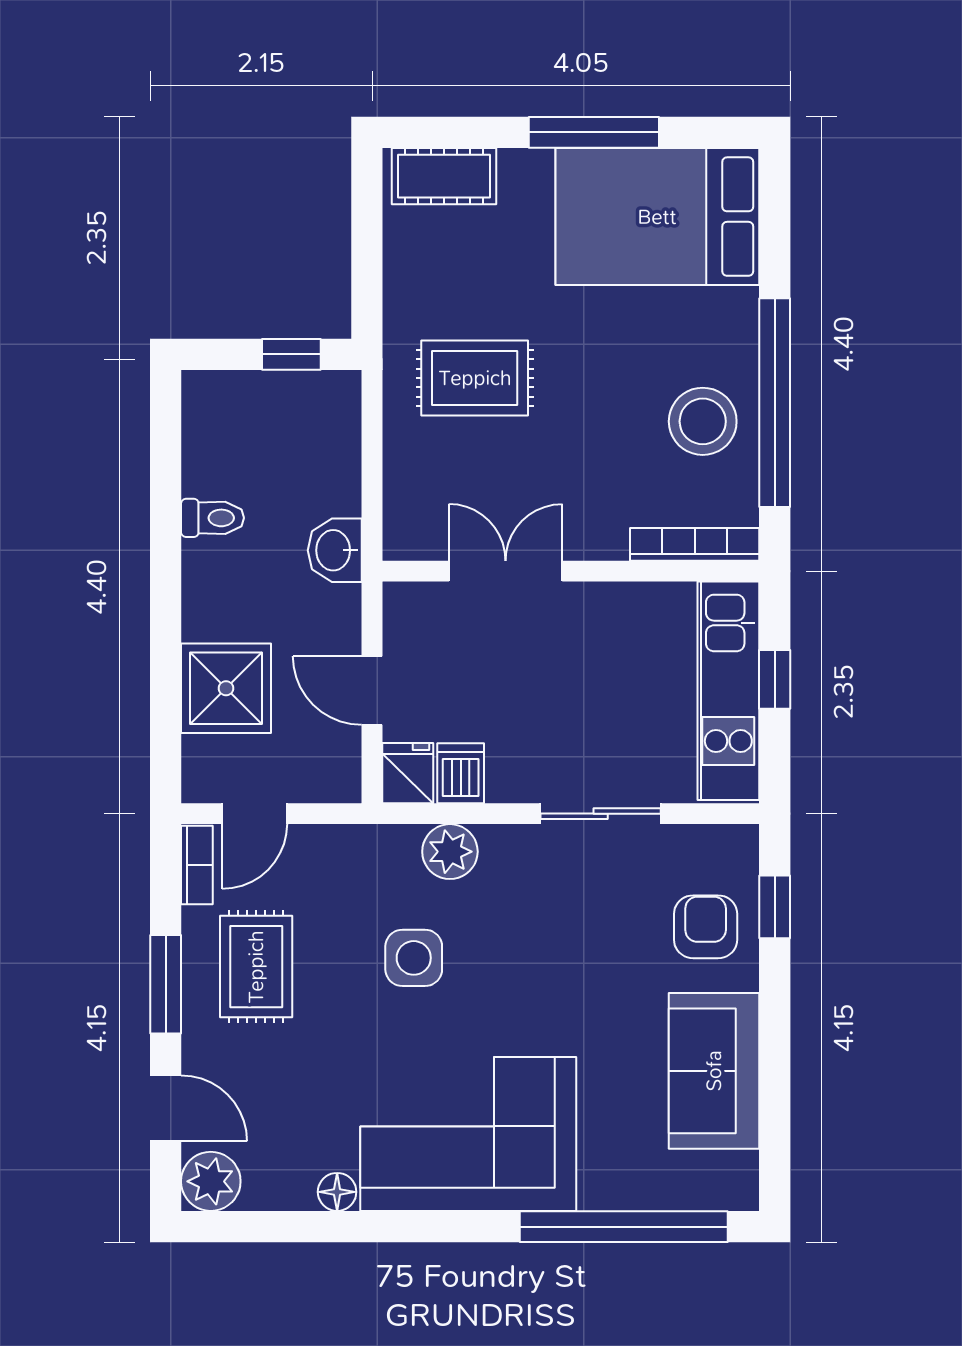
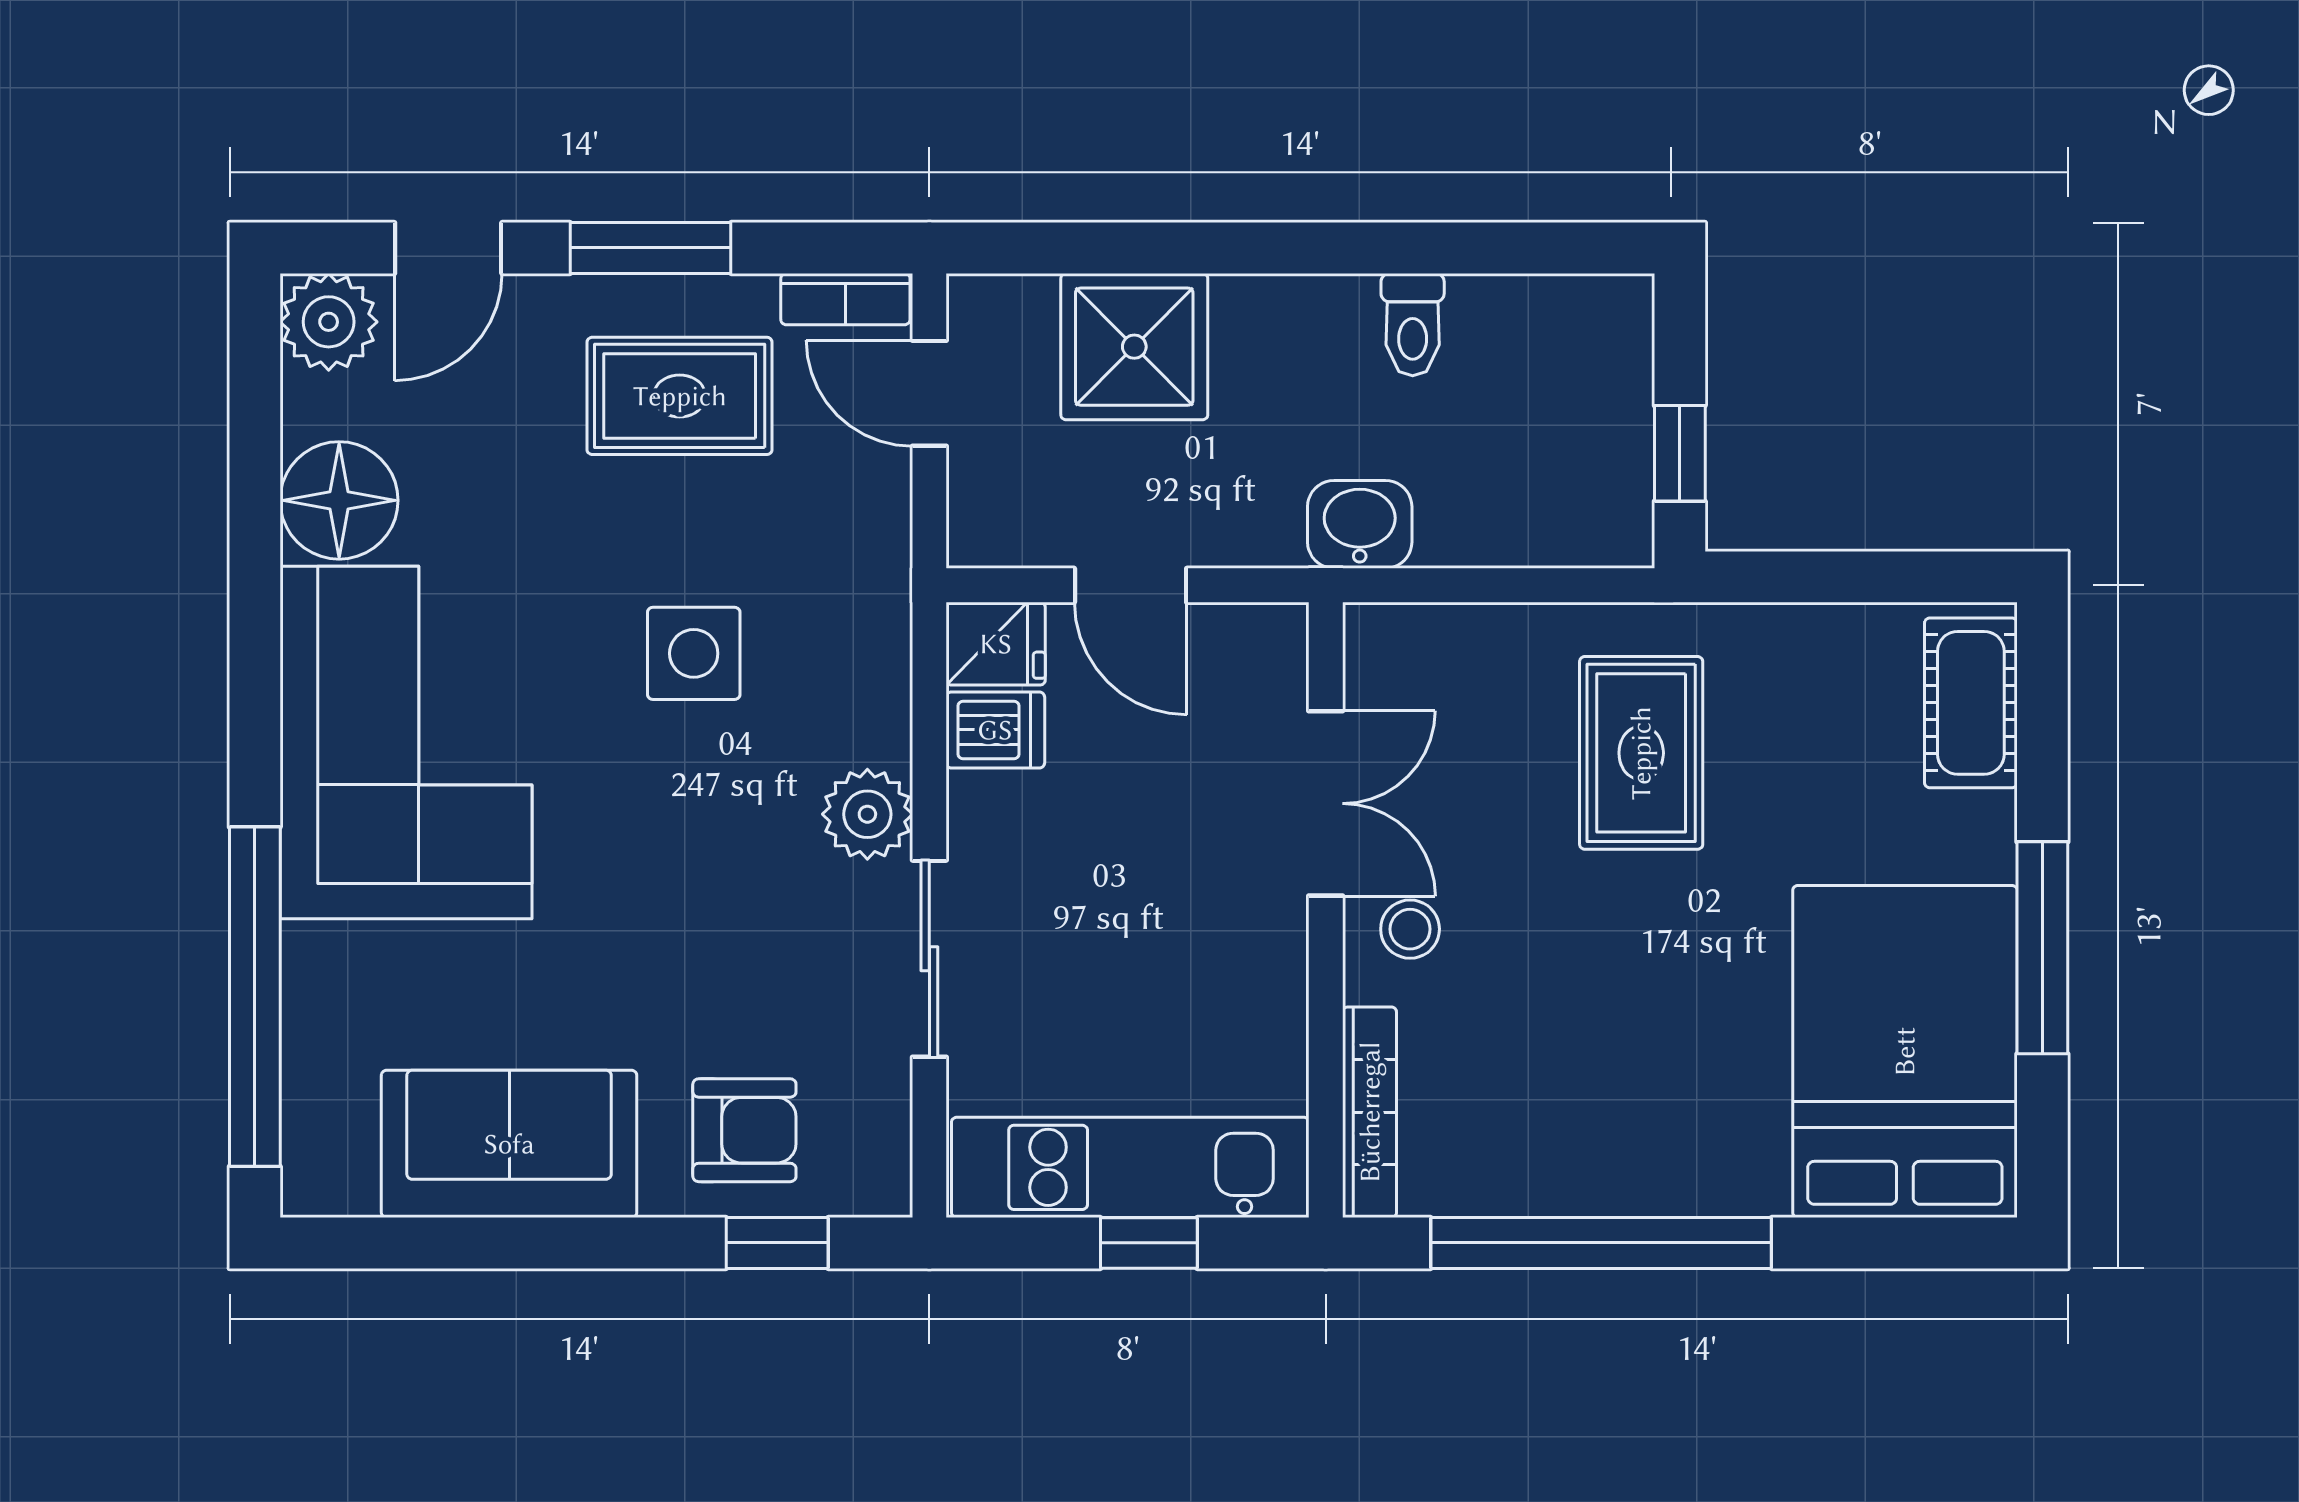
stool: (703, 421) -> (1410, 929), moved, width x0.53, depth x0.53
door: (372, 691) -> (1131, 585), swing flipped
plant: (450, 852) -> (867, 814), moved
floor lamp: (337, 1192) -> (339, 500), width x1.89, depth x1.89

